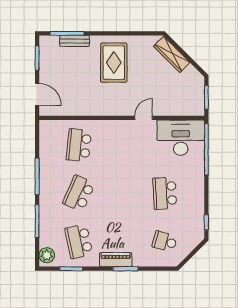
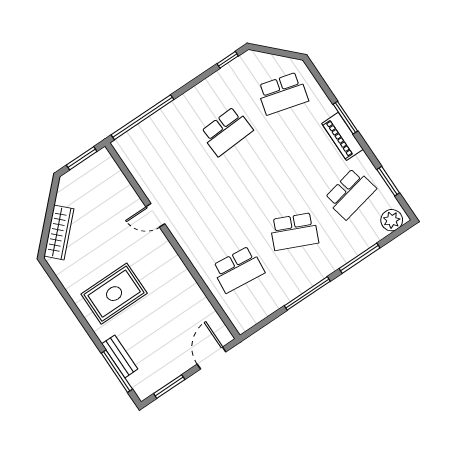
desk: (181, 138) -> (149, 156), removed
school desk: (165, 241) -> (283, 93), width x1.85

